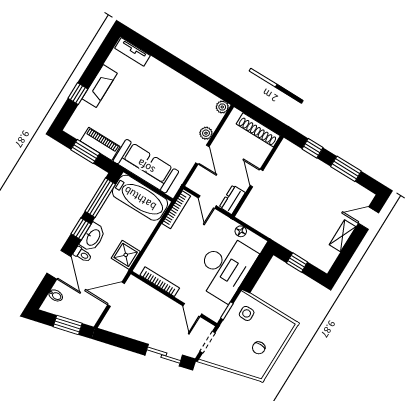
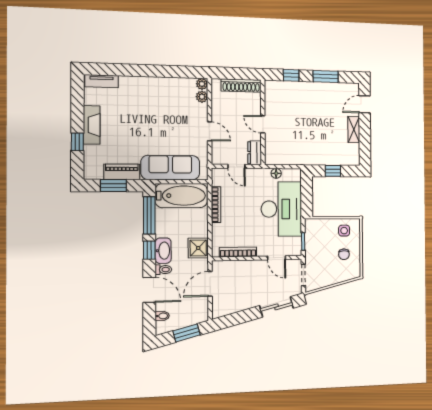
plant: (206, 133) -> (202, 97), moved
bookcase: (176, 210) -> (216, 205), moved
side table: (247, 313) -> (344, 231), moved

